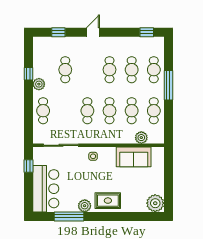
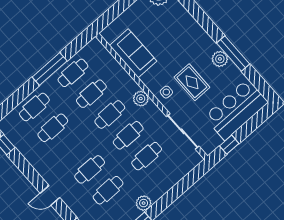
cafe table: (110, 70) -> (90, 169), moved
window: (168, 85) -> (50, 69), moved
cafe table: (43, 111) -> (147, 156), moved
plant: (141, 138) -> (141, 99), moved
rug: (108, 201) -> (192, 82), moved
window: (69, 216) -> (233, 54), moved

